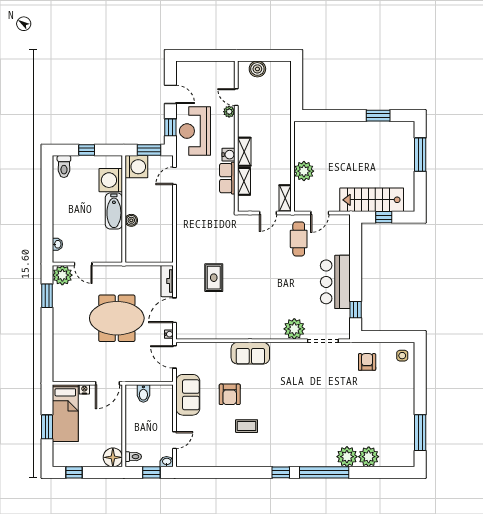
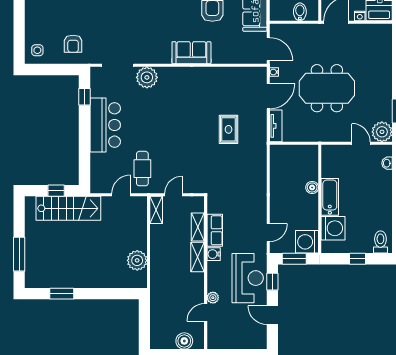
door: (236, 97) -> (206, 312), swing flipped
plant: (304, 171) -> (137, 260), moved

